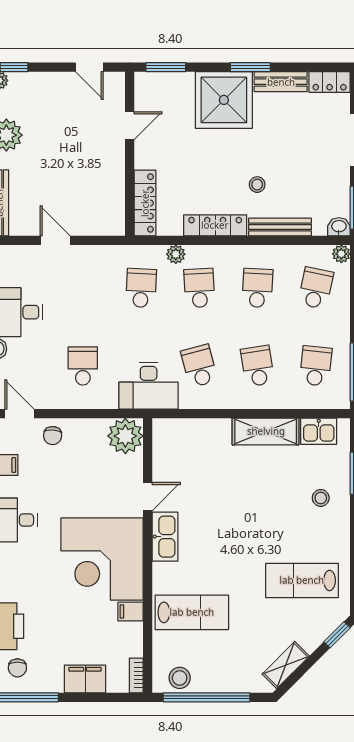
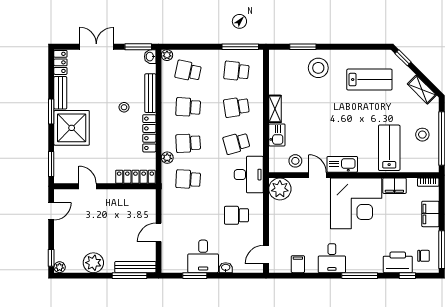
shelving: (266, 431) -> (275, 109), width x0.67, depth x0.75
kitchen sink: (319, 431) -> (277, 135), moved
chair: (53, 436) -> (280, 234), removed
stool: (171, 461) -> (295, 161), added
stool: (321, 498) -> (318, 68), width x1.89, depth x1.89
lab bench: (302, 580) -> (369, 80), turned -90
filing cabinet: (131, 611) -> (394, 186), width x2.00
stool: (180, 678) -> (422, 135), moved

